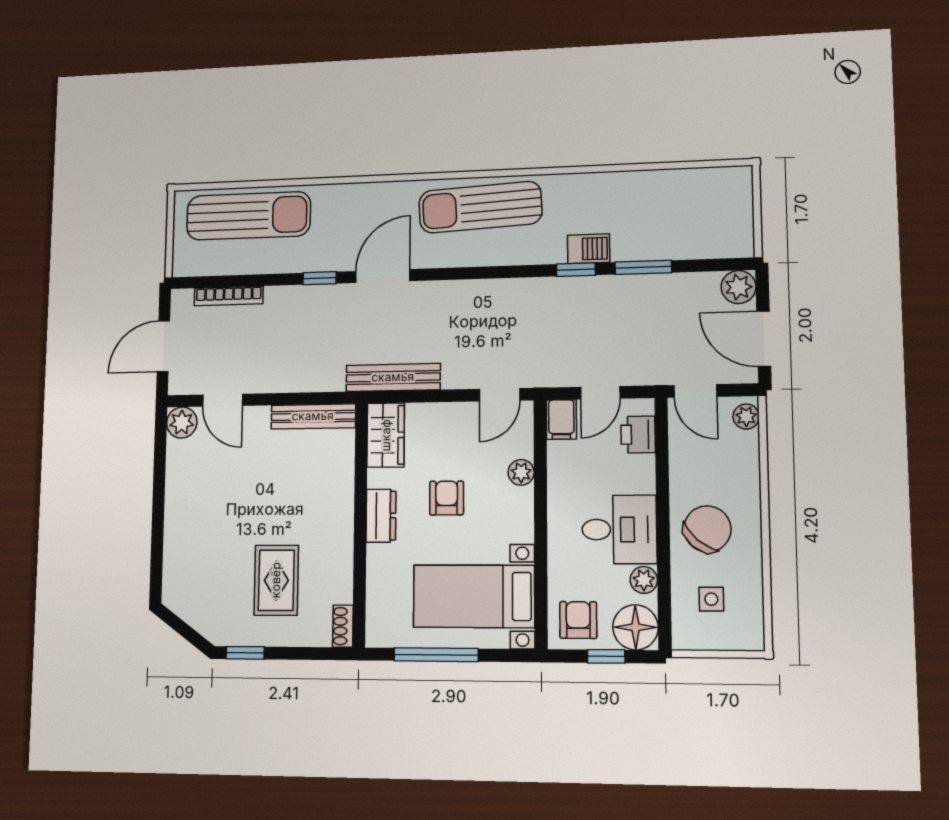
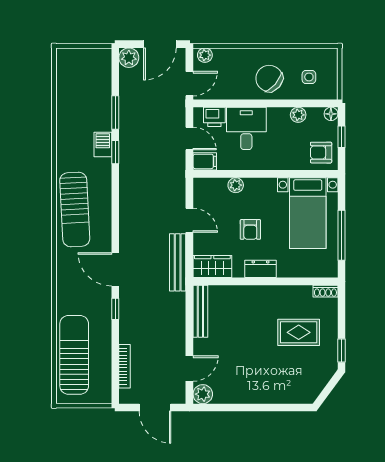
door: (500, 395) -> (189, 220), moved
armchair: (447, 498) -> (250, 229), turned -90
desk: (619, 529) -> (246, 128), moved
floor lamp: (635, 627) -> (331, 114), width x0.53, depth x0.53

